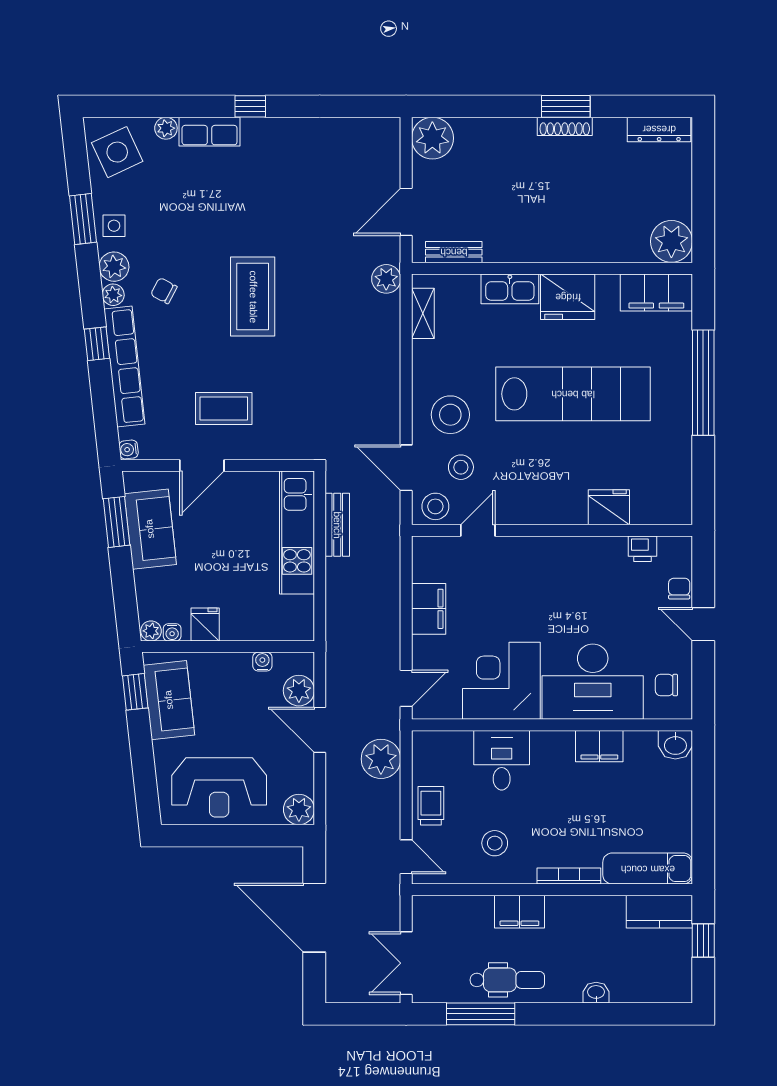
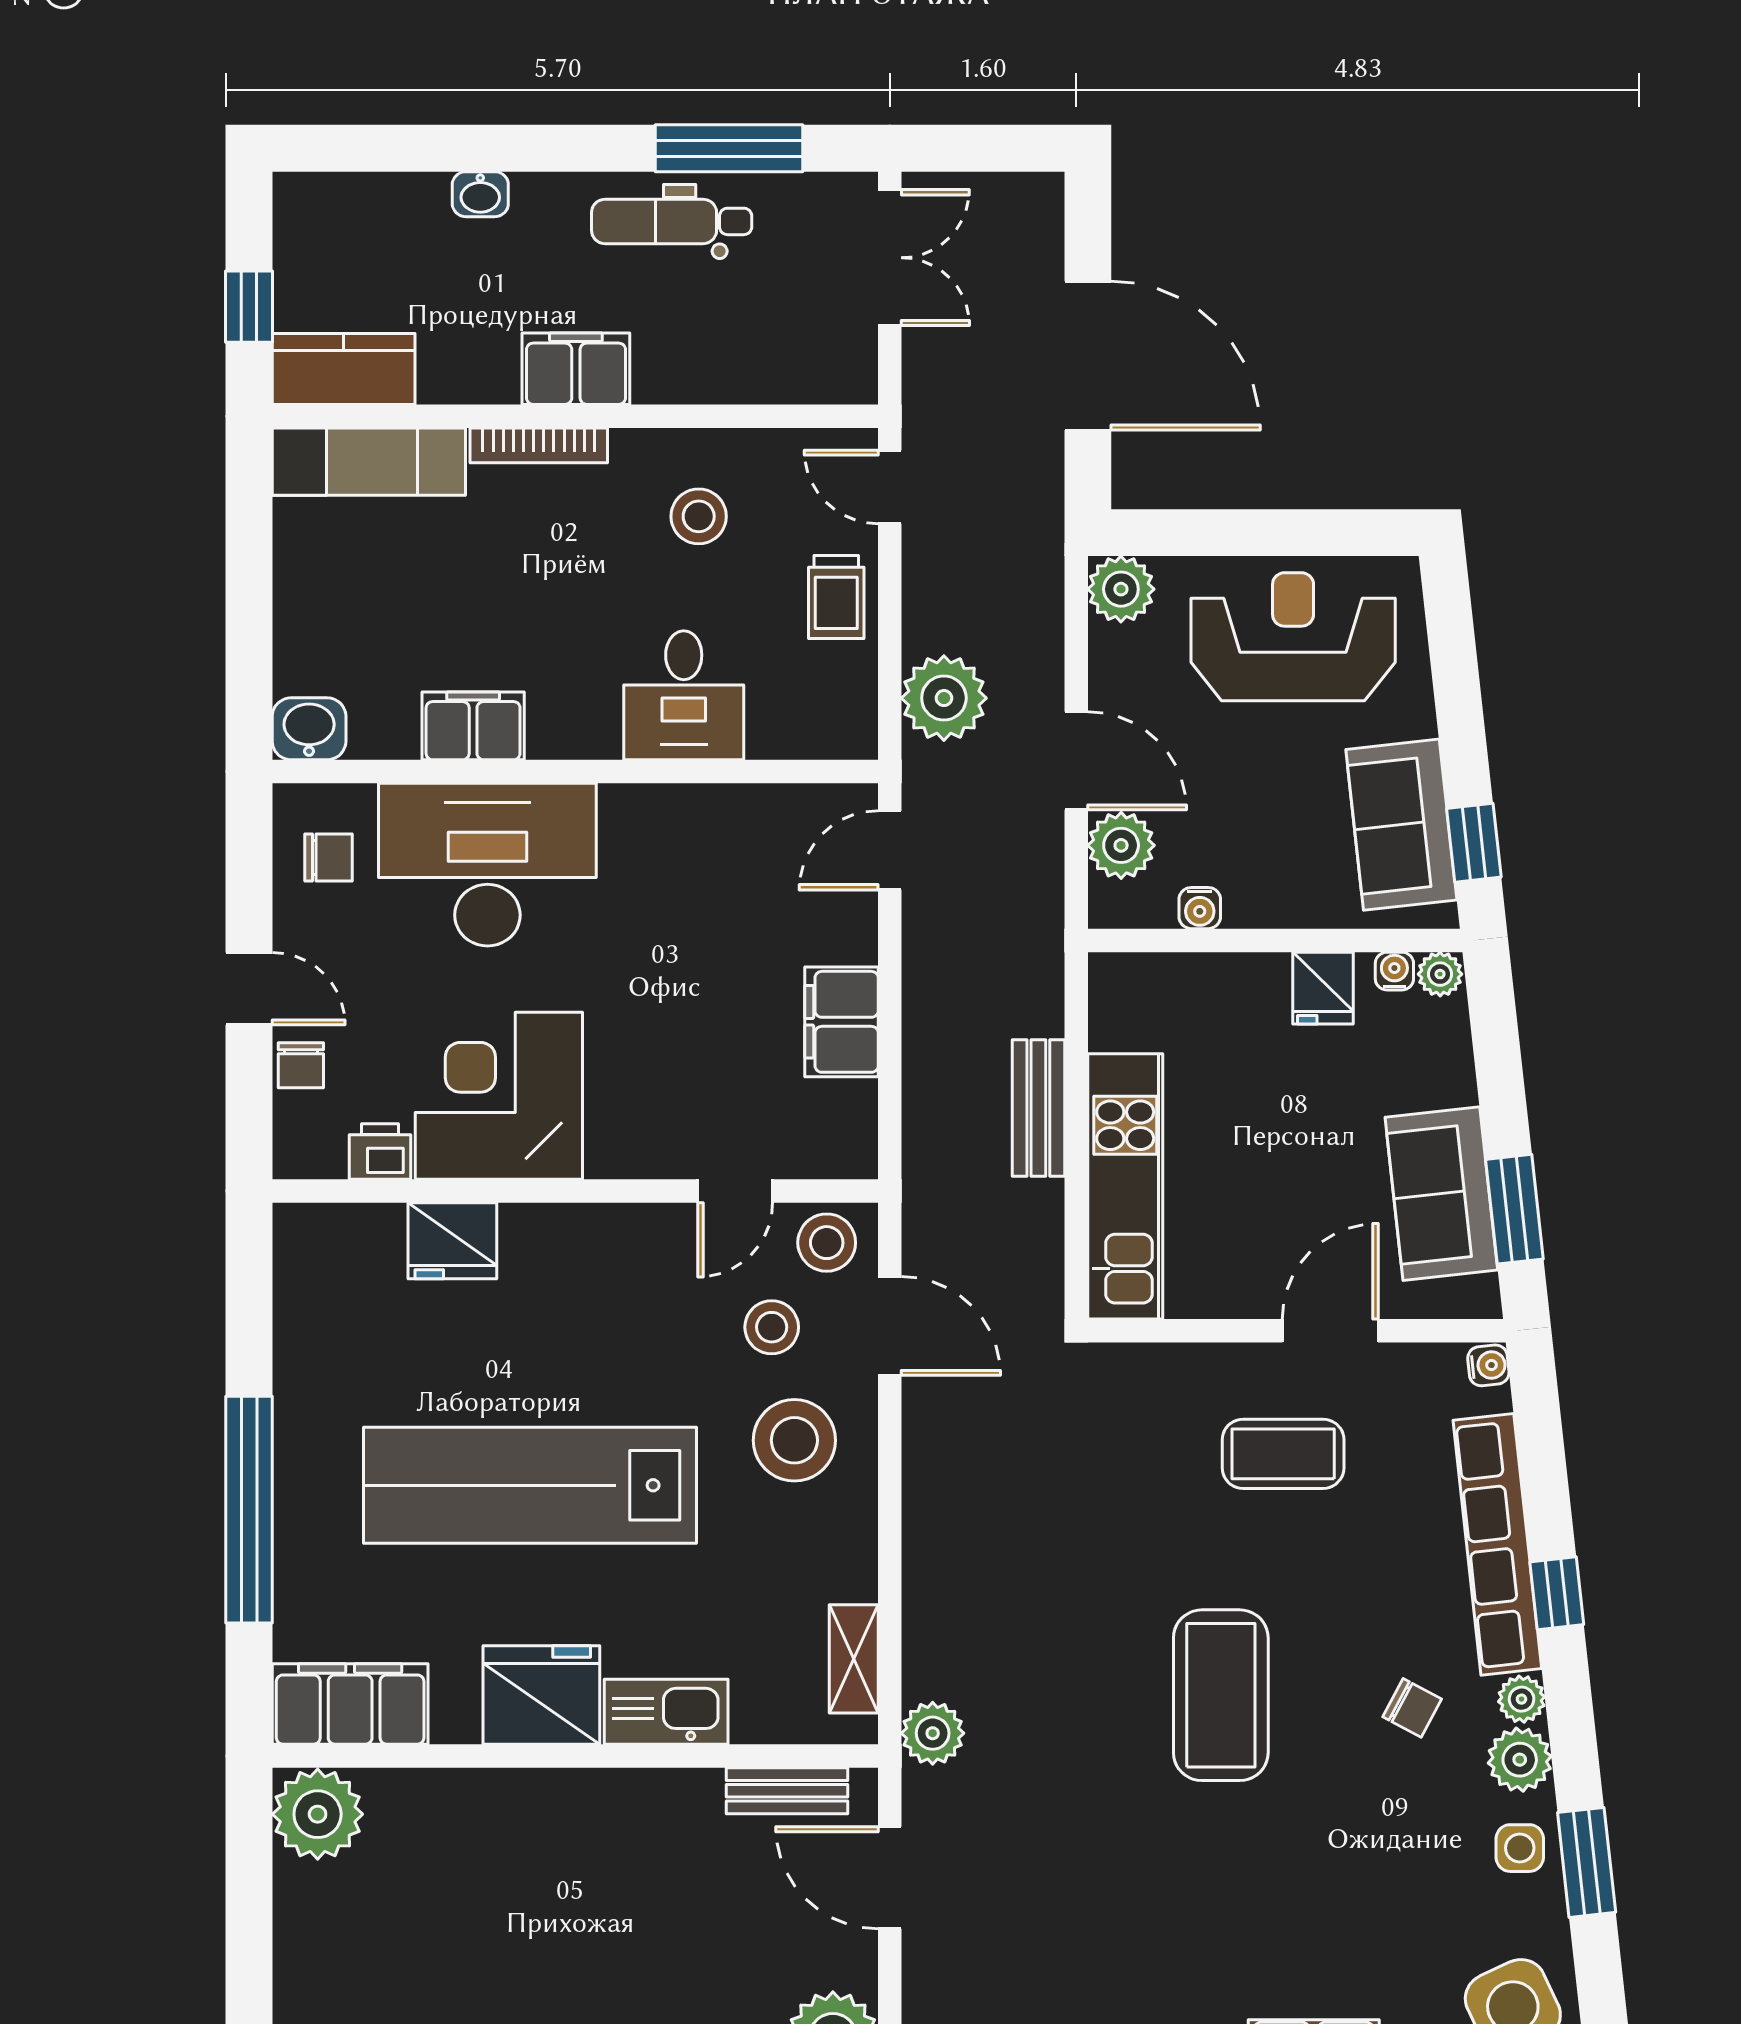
door: (406, 212) -> (890, 1878), swing flipped
bench: (337, 525) -> (1038, 1108), moved
corner desk: (501, 681) -> (499, 1096), moved, turned 180
filing cabinet: (519, 912) -> (576, 369), moved

